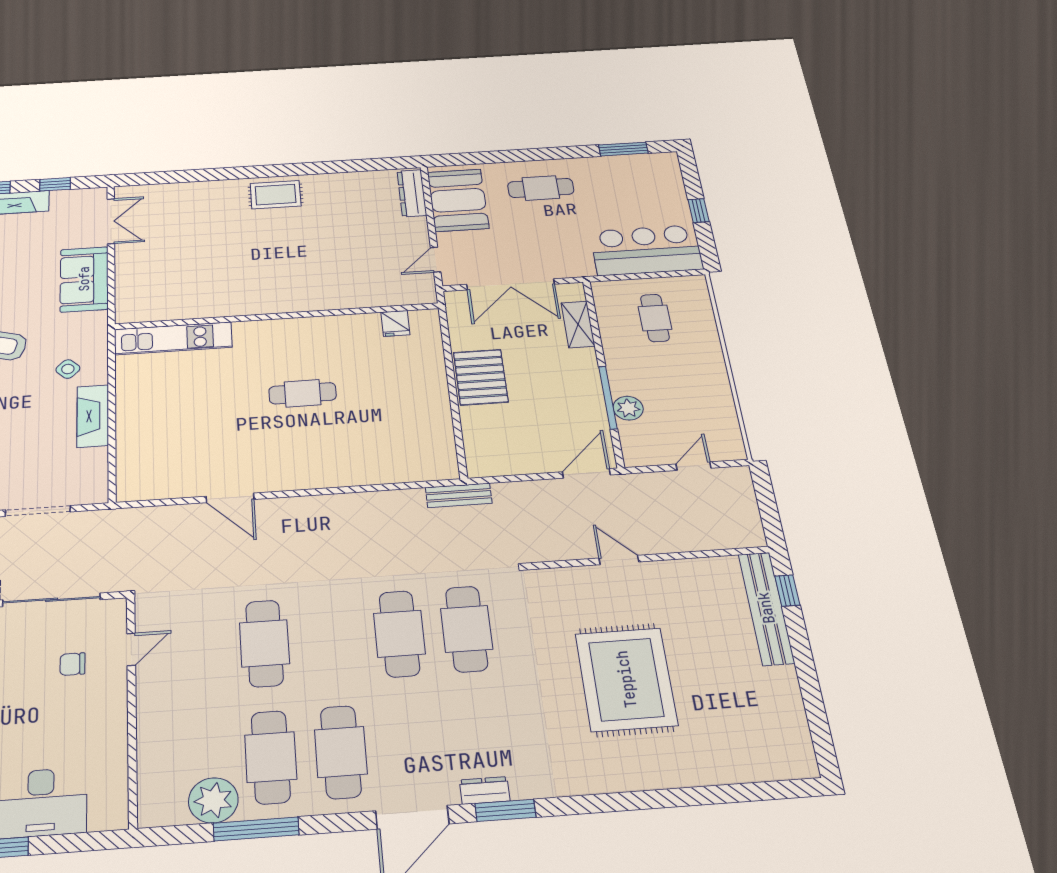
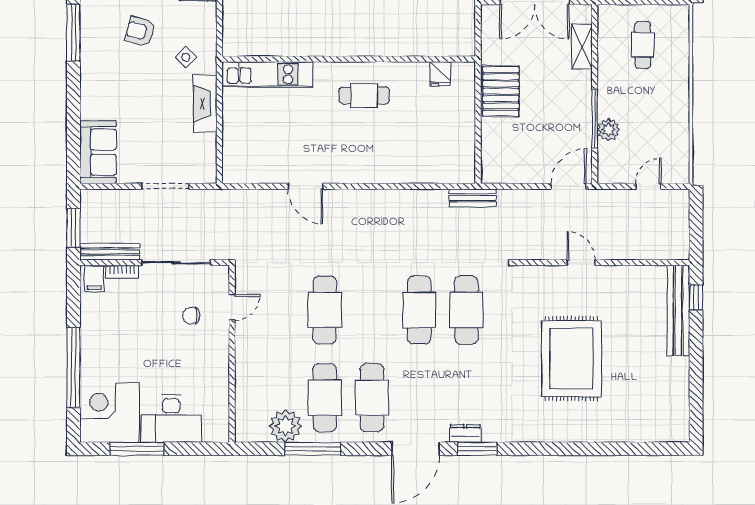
wall: (277, 316) -> (349, 59), moved
fridge: (395, 323) -> (440, 74), moved
kitchen unit: (173, 338) -> (267, 74), moved

